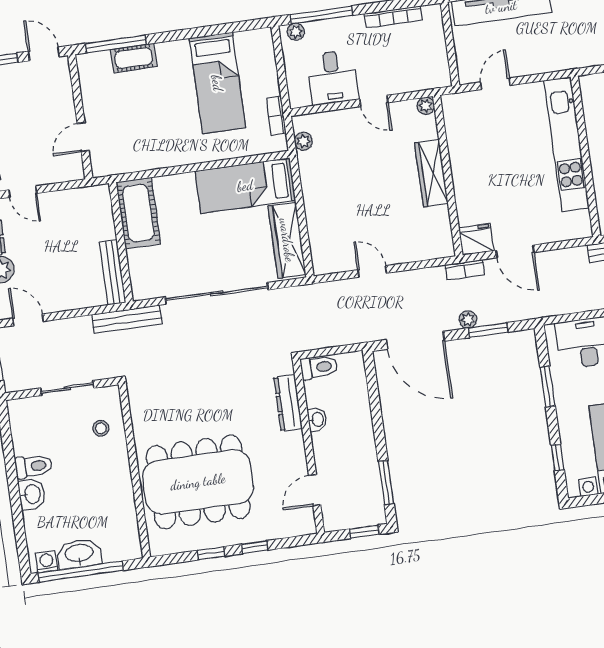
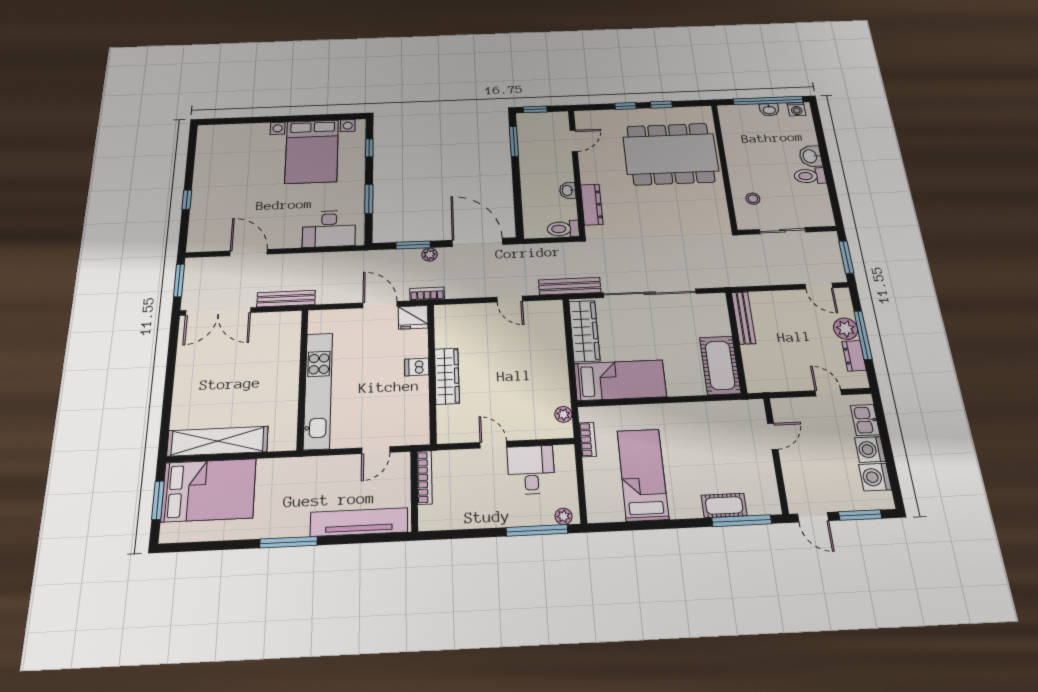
bookcase: (393, 17) -> (424, 477), moved, turned 90
plant: (426, 106) -> (445, 436), removed
dishwasher: (465, 181) -> (417, 367), added
bench: (127, 319) -> (570, 286), moved
washbasin: (79, 554) -> (769, 110), width x0.52, depth x0.69

